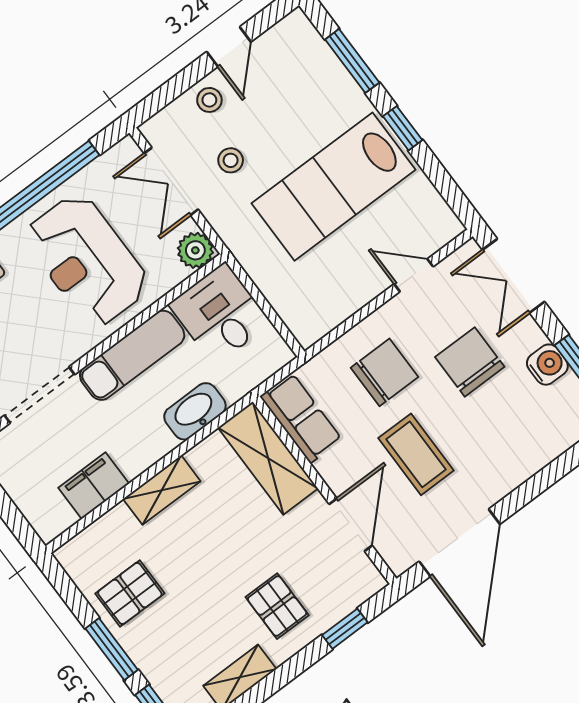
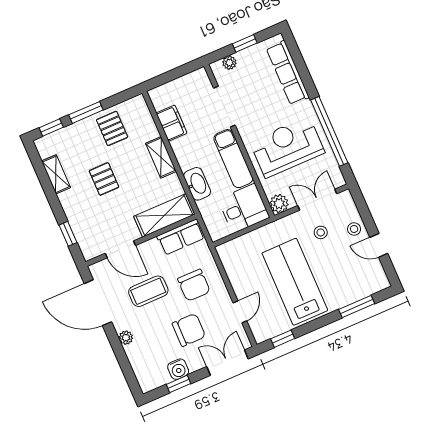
window: (403, 128) -> (283, 339), moved
plant: (512, 475) -> (126, 338), added
pallet: (277, 606) -> (104, 179), moved, turned 90

